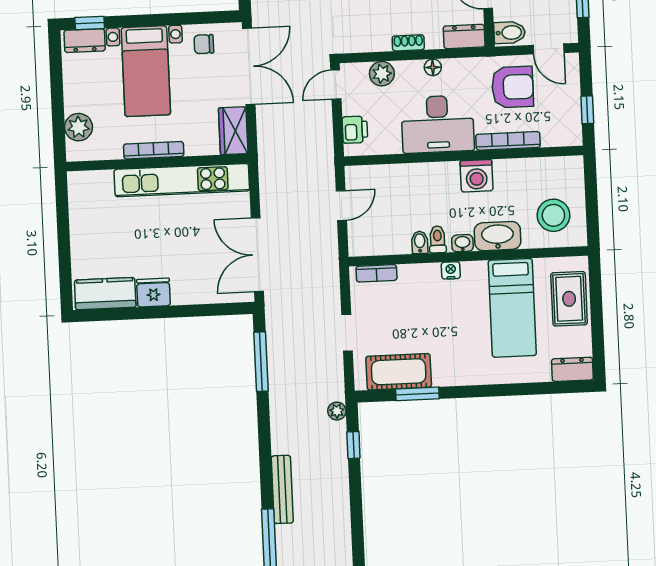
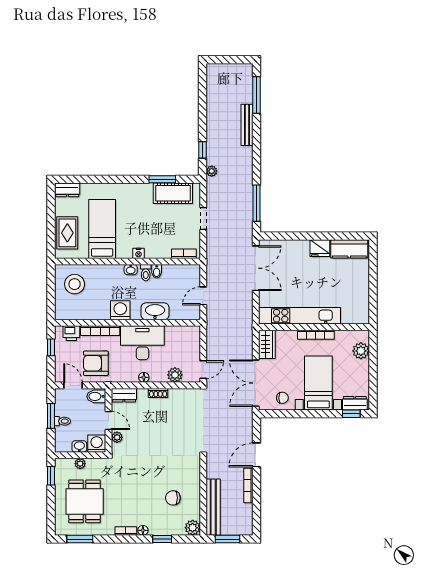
printer: (355, 130) -> (71, 333), moved, turned -90
washbasin: (498, 236) -> (155, 311), moved, turned 180

